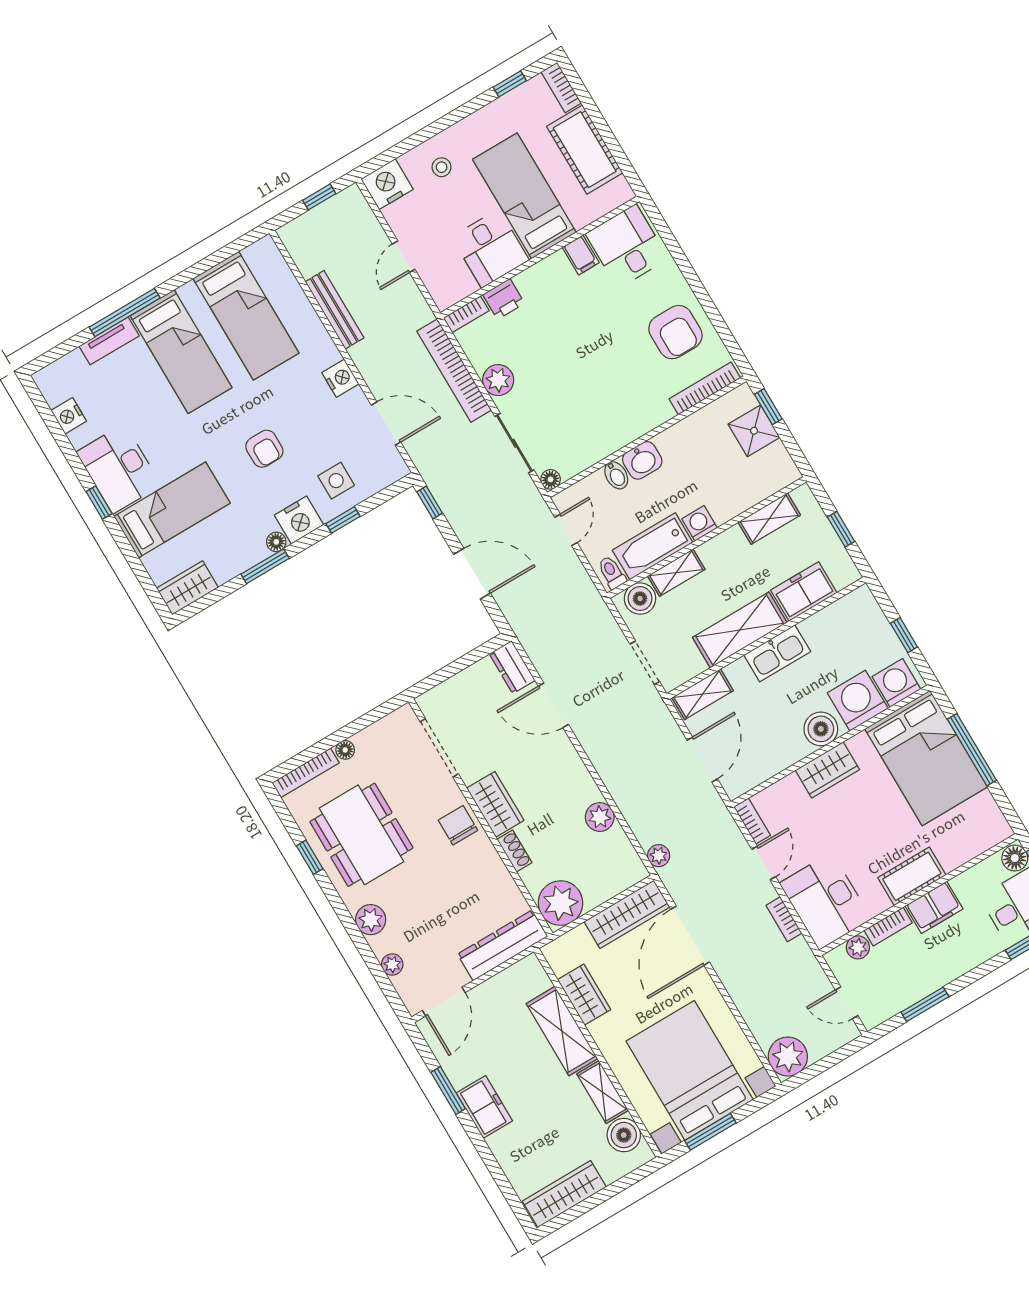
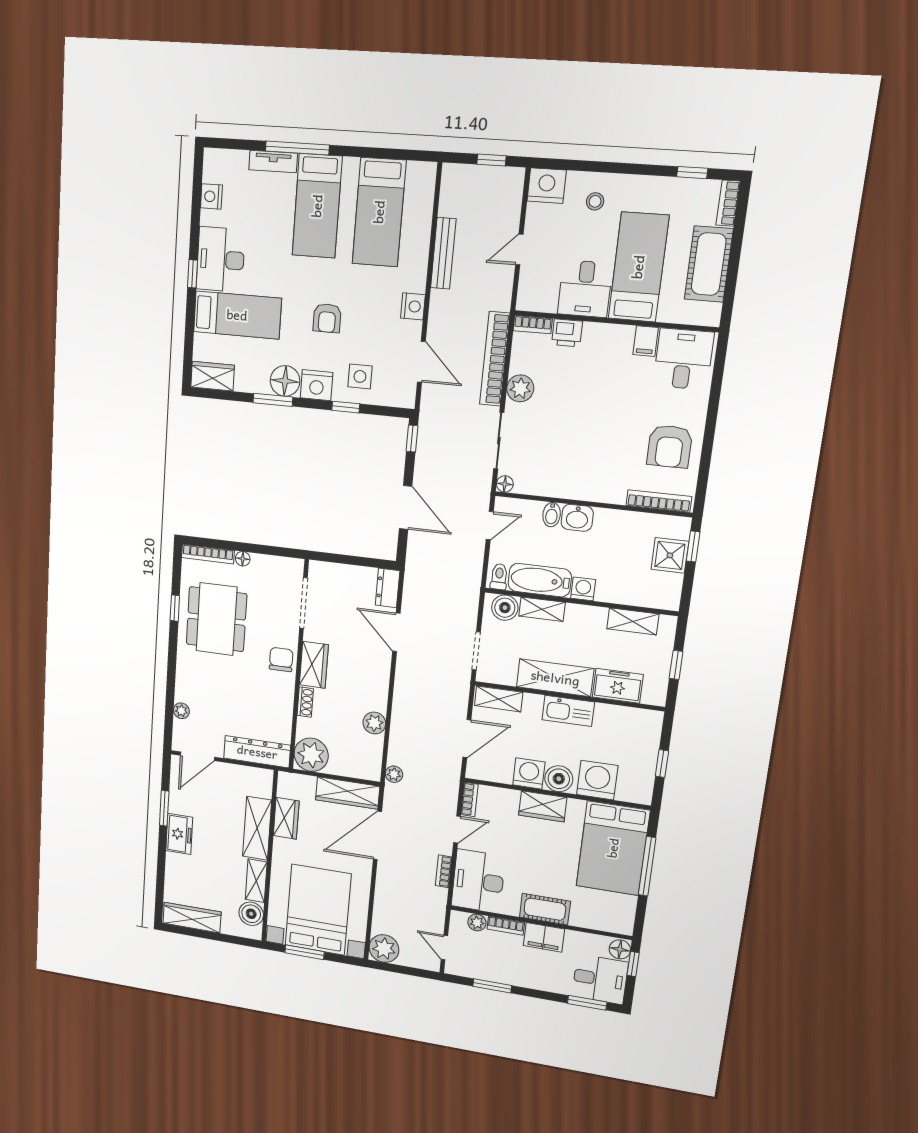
floor lamp: (276, 542) -> (285, 381), width x1.89, depth x1.89
washing machine: (896, 683) -> (529, 773), moved
plant: (371, 920) -> (187, 674), removed

